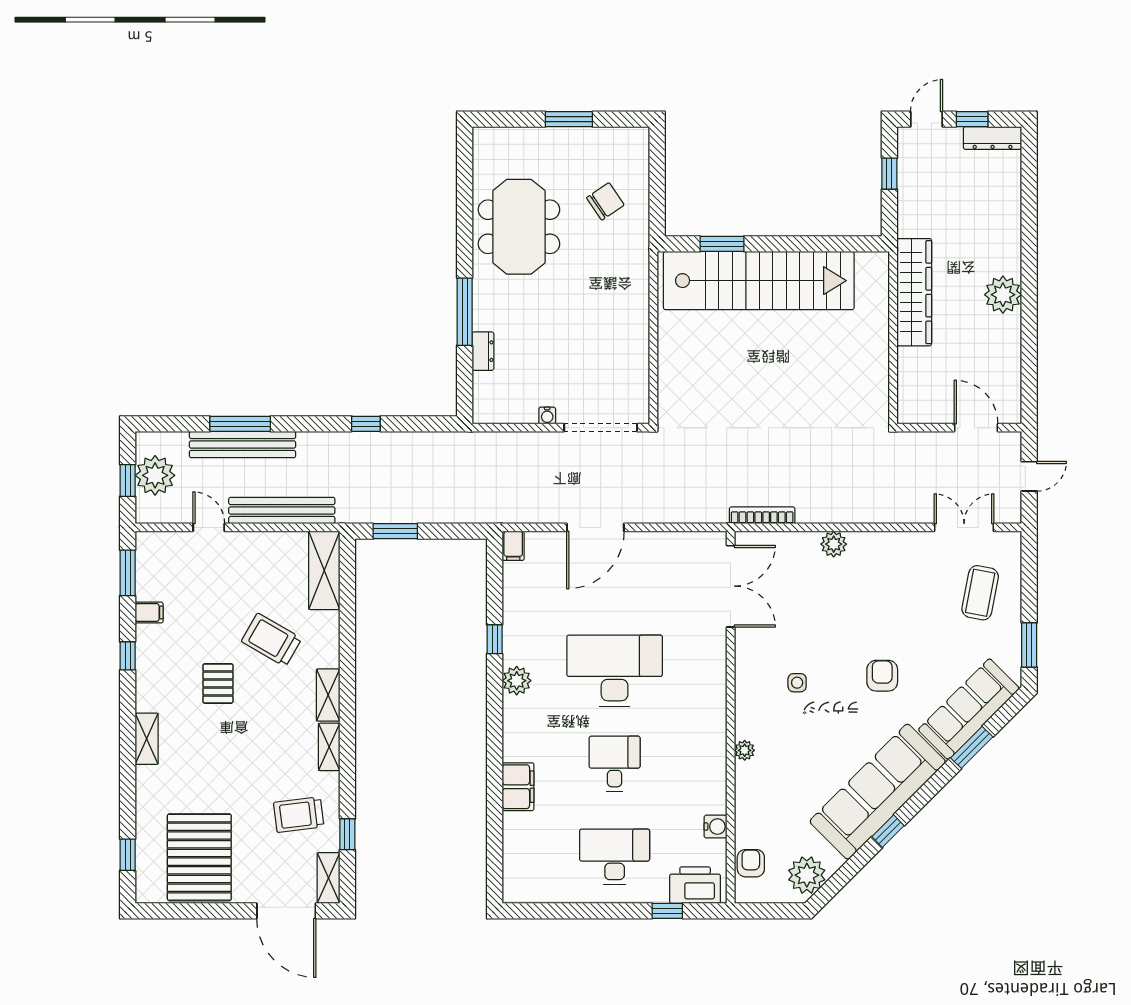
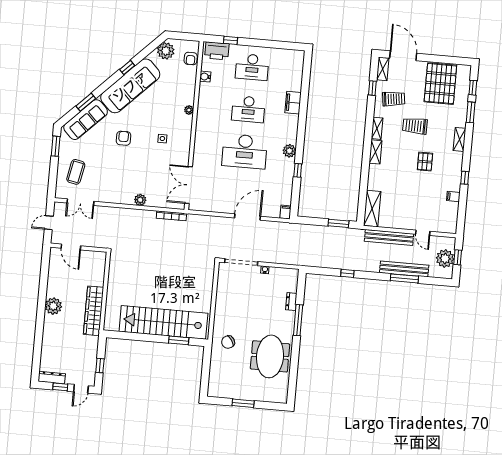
chair: (605, 201) -> (228, 342), moved
window: (128, 573) -> (471, 112), moved
trolley: (271, 640) -> (415, 126), moved, turned 151
armchair: (882, 676) -> (124, 138), turned 180
desk: (615, 764) -> (248, 109), width x1.37

